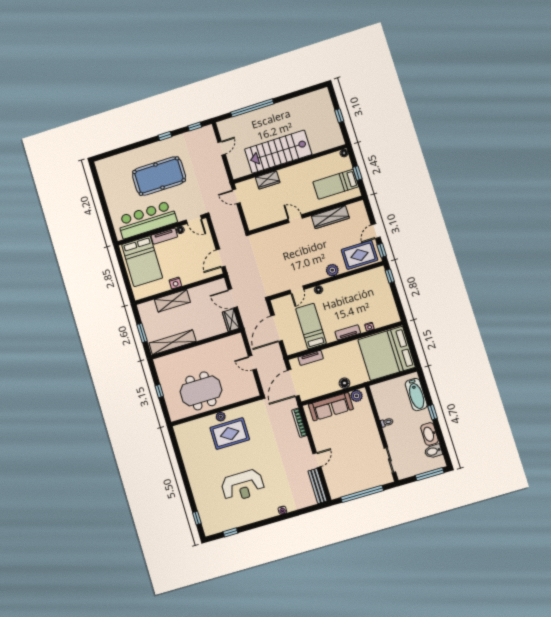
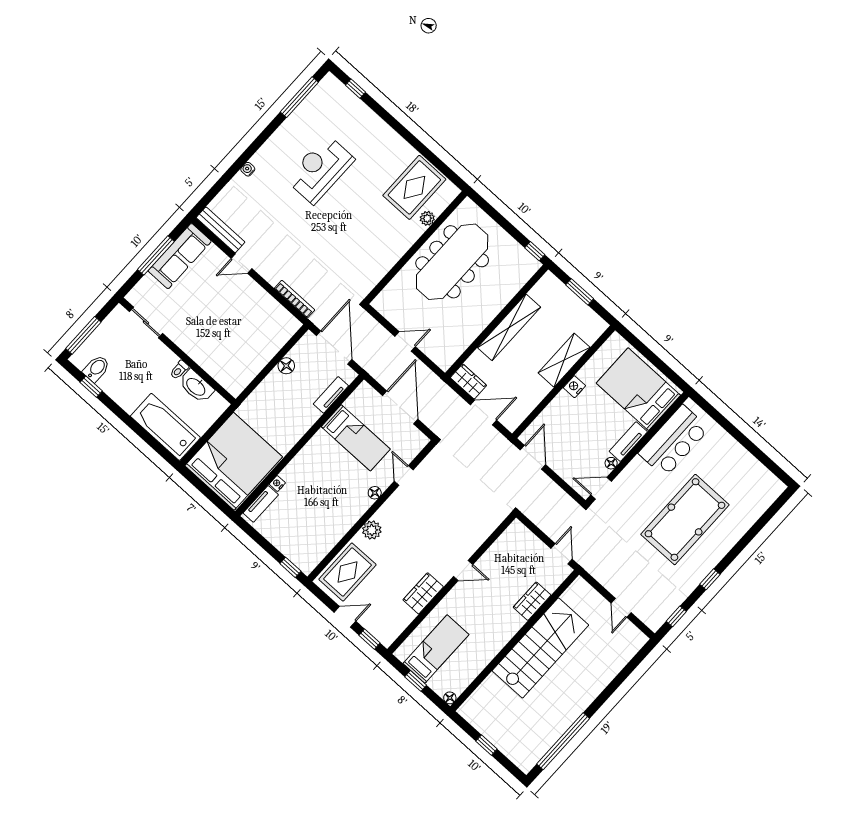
window: (252, 108) -> (563, 741), moved
door: (236, 196) -> (562, 554), hinge flipped
wardrobe: (330, 217) -> (423, 593), width x0.67
bar counter: (147, 220) -> (674, 441), width x0.73
door: (376, 231) -> (345, 617), hinge flipped
window: (382, 250) -> (370, 639), moved
tv unit: (348, 332) -> (261, 504), moved
shelving: (172, 342) -> (509, 327), moved
floor lamp: (344, 383) -> (286, 366), moved
window: (159, 391) -> (535, 251), moved
meeting table: (201, 391) -> (452, 262), width x1.36
bathtub: (416, 395) -> (165, 427), width x1.36, depth x1.36
plant: (357, 396) -> (240, 381), removed
sofa: (331, 407) -> (180, 256), moved, turned 180
window: (433, 412) -> (91, 387), moved
plant: (221, 417) -> (427, 218), moved
rug: (230, 434) -> (414, 187), moved
washbasin: (429, 434) -> (196, 386), moved, turned 180
door: (317, 460) -> (242, 264), hinge flipped
window: (362, 494) -> (156, 255), width x0.68
window: (230, 532) -> (299, 97), width x2.17

